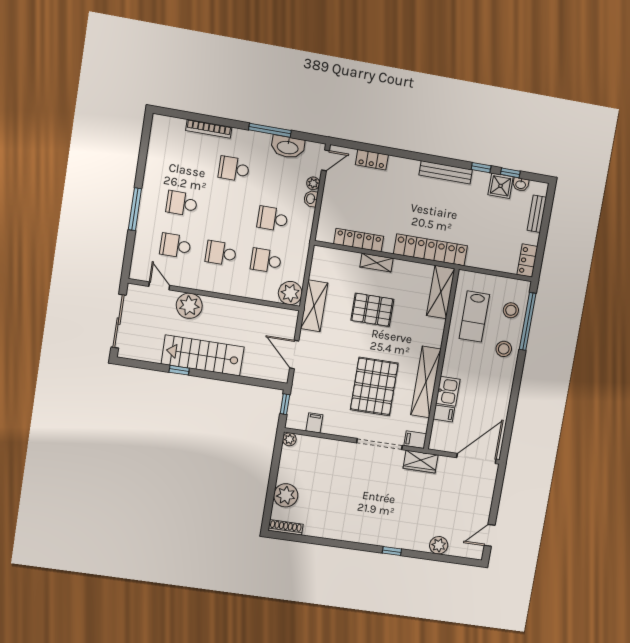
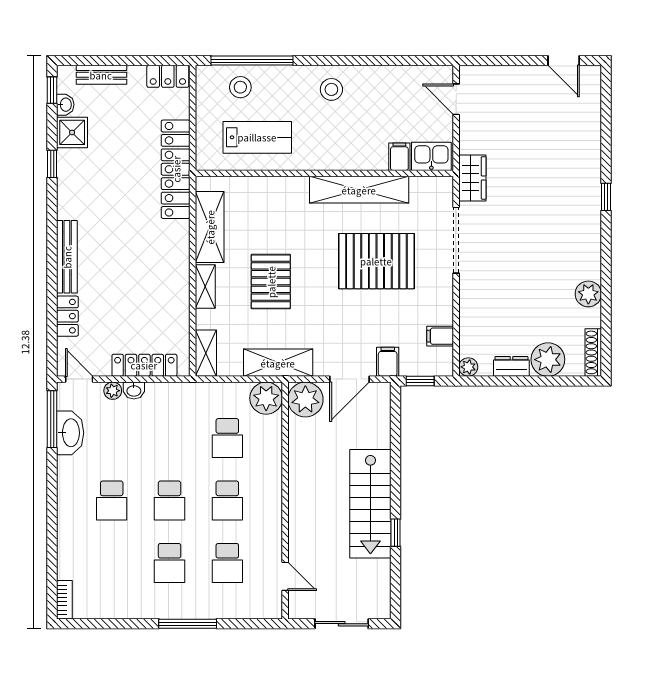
bookcase: (209, 129) -> (64, 600), moved, width x0.64
window: (270, 130) -> (52, 419), moved
bench: (446, 172) -> (67, 257), moved
window: (510, 173) -> (52, 90), moved
school desk: (273, 219) -> (170, 500), moved
locker: (359, 240) -> (144, 365), moved, turned 90
locker: (431, 250) -> (176, 169), moved
shelving: (329, 255) -> (206, 353), added
door: (159, 286) -> (285, 576), swing flipped
shelving: (441, 292) -> (210, 227), moved, turned 90
plant: (189, 306) -> (305, 399), moved
sliding door: (119, 321) -> (342, 624), width x0.73
stool: (504, 349) -> (331, 89), moved
kitchen sink: (448, 391) -> (431, 156), moved
filing cabinet: (415, 440) -> (388, 362), moved, turned 180
door: (476, 458) -> (456, 99), width x0.53
dresser: (285, 469) -> (511, 366), added
plant: (439, 545) -> (588, 294), moved

